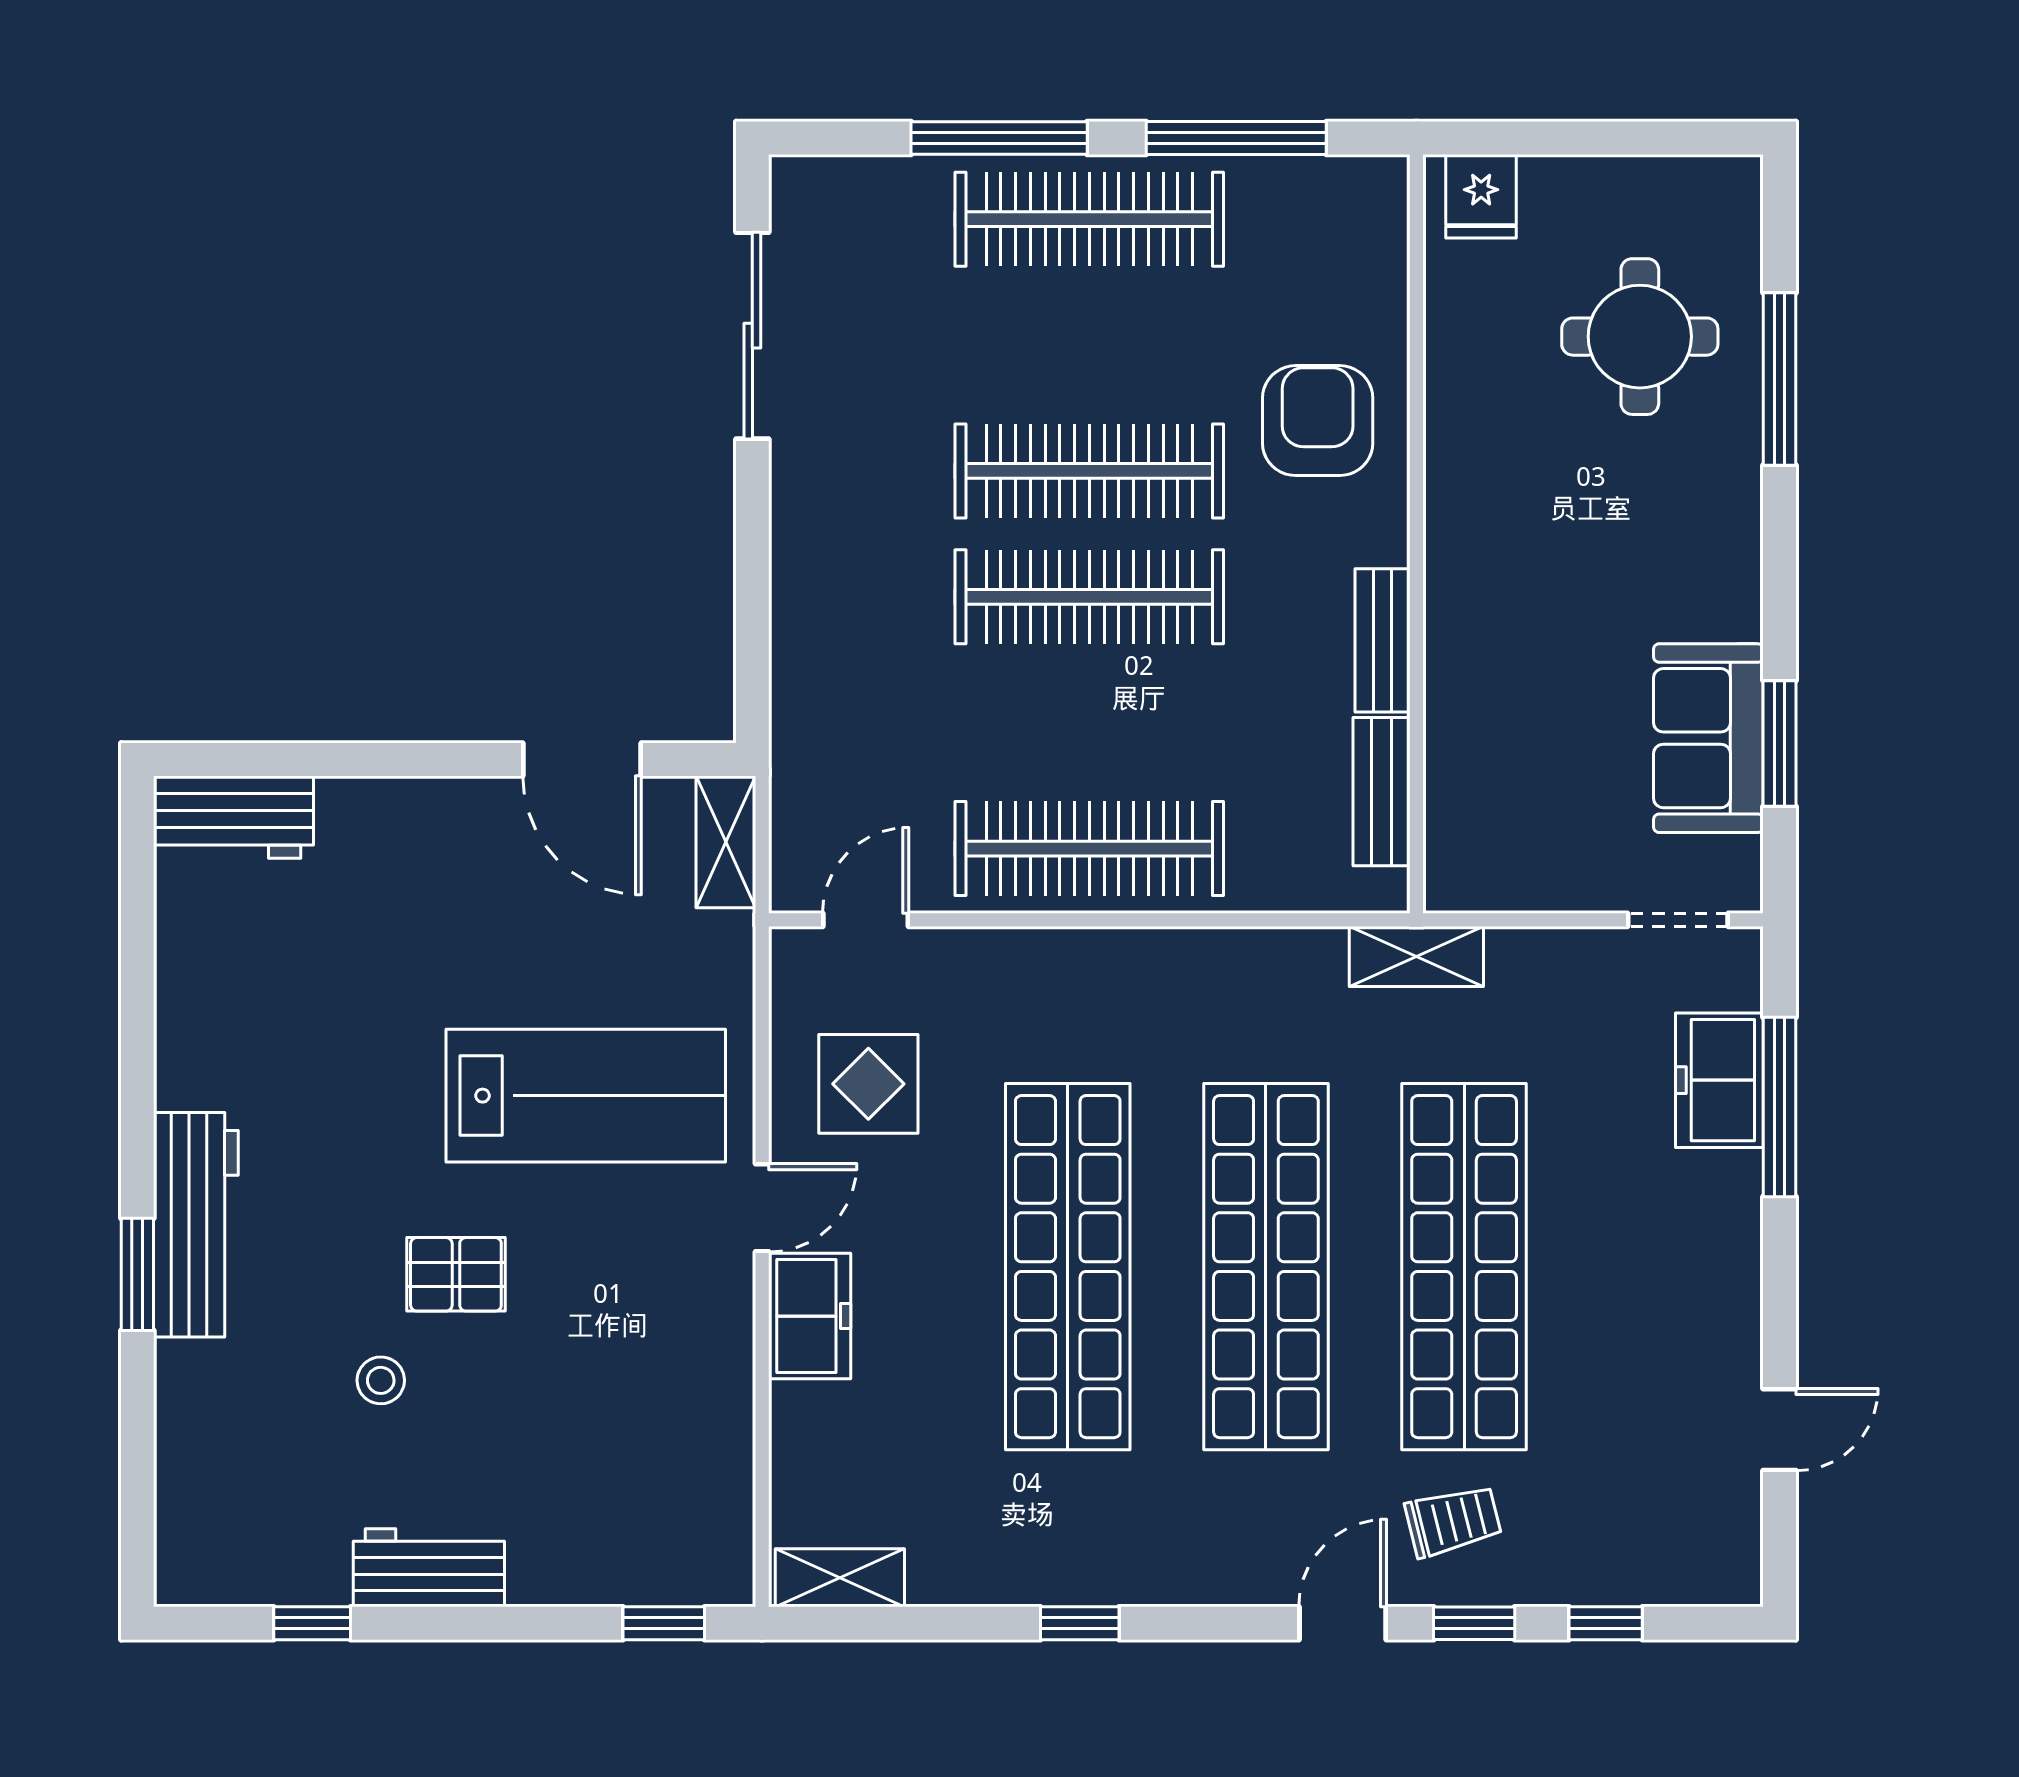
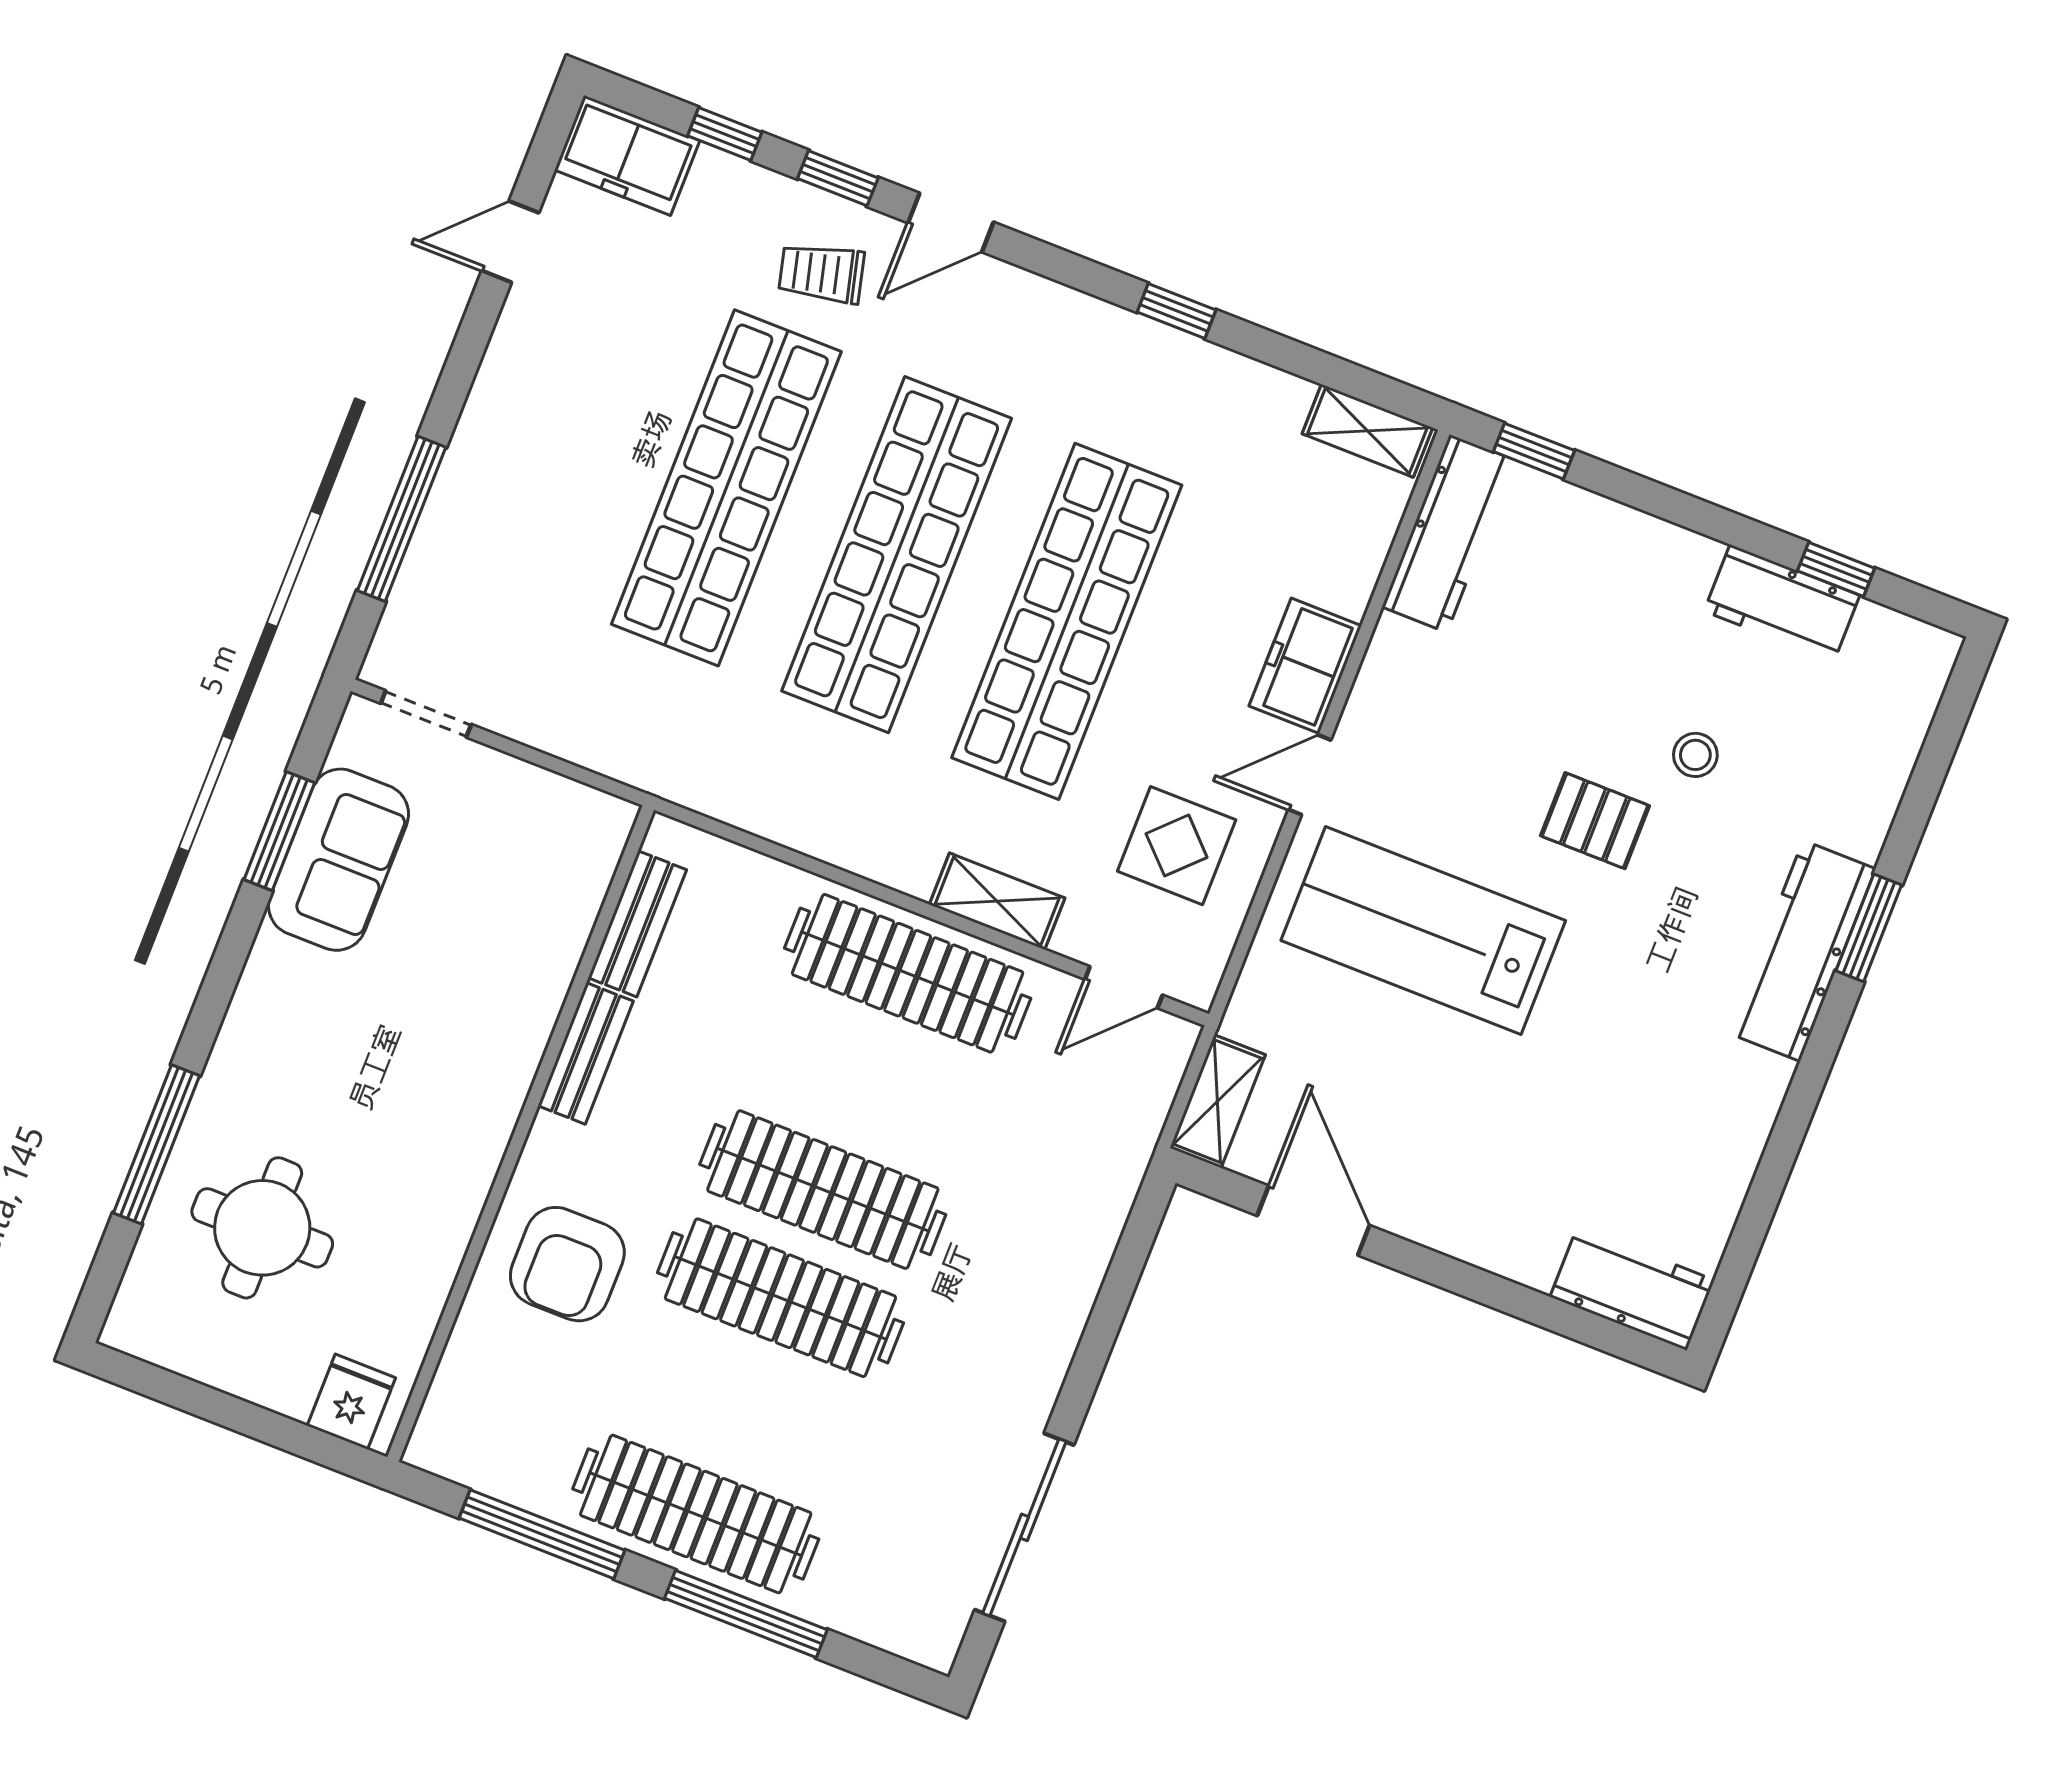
shelving: (1416, 957) -> (997, 901), moved
freezer: (1719, 1080) -> (627, 155), moved, turned 90
workbench: (718, 1506) -> (1448, 533), added
workbench: (429, 1568) -> (1782, 603), moved

